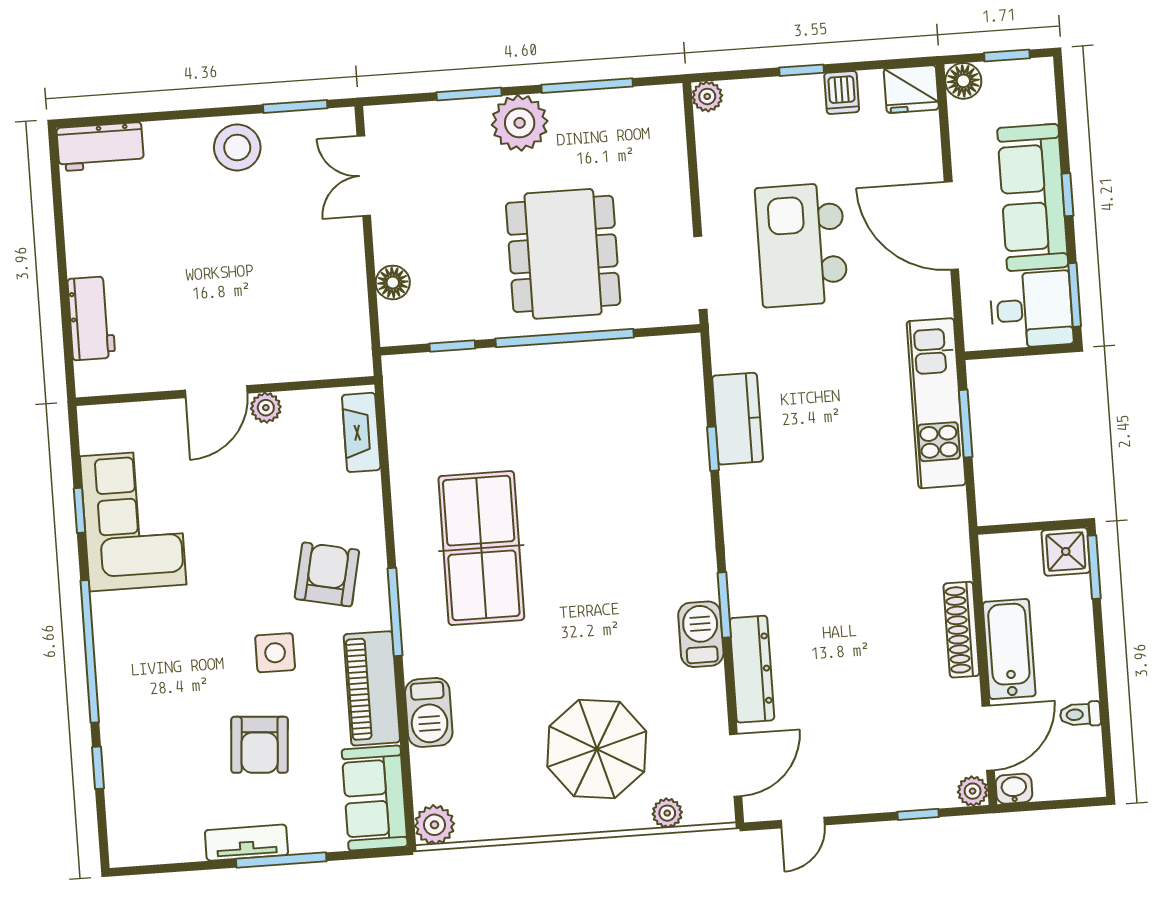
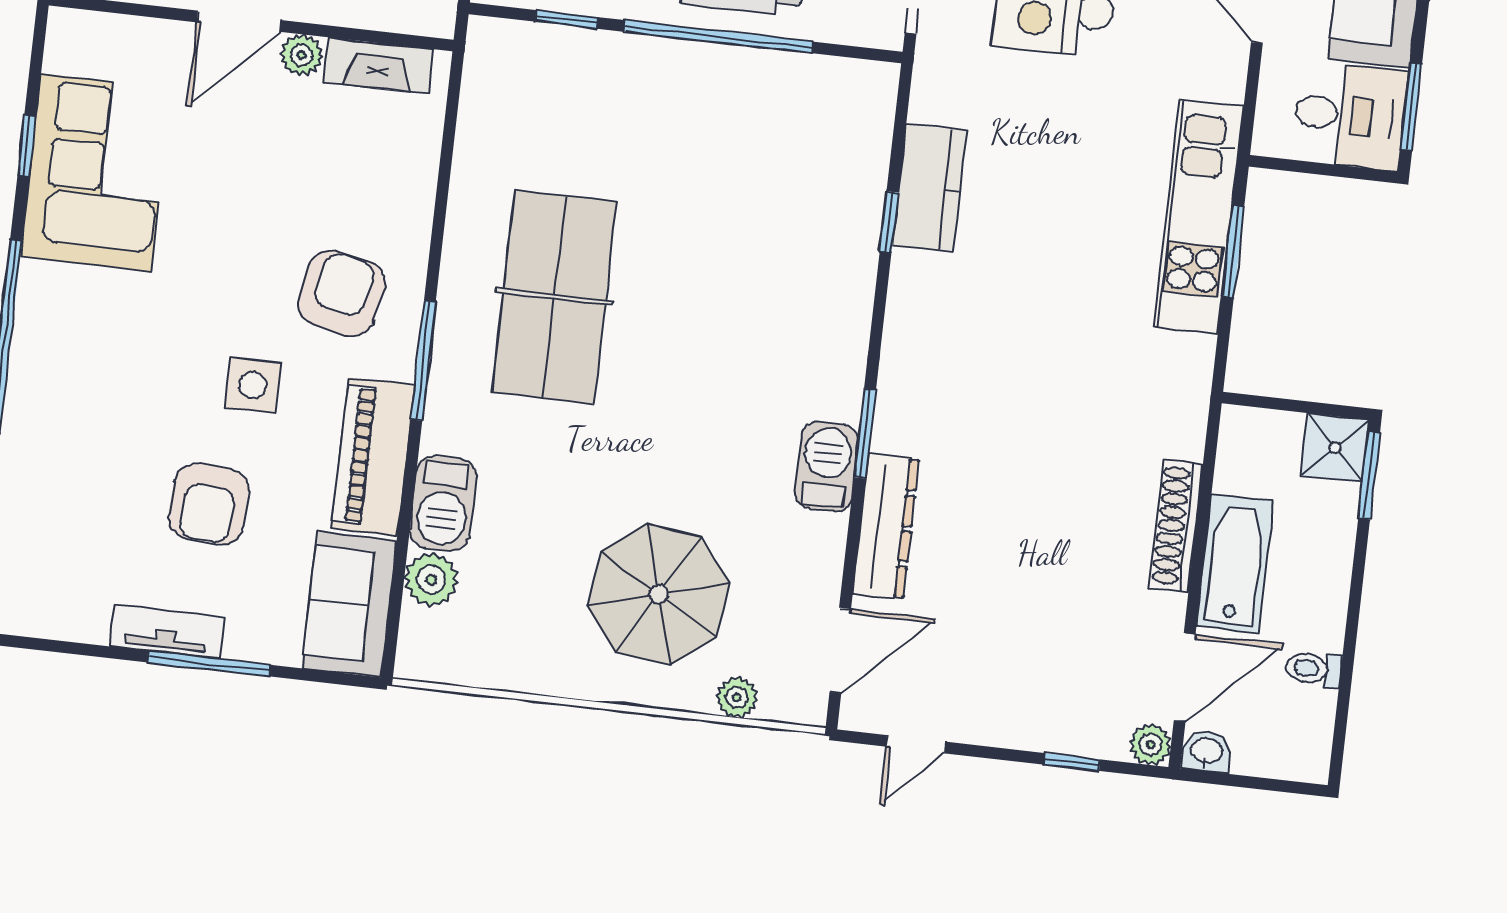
fireplace: (361, 432) -> (378, 66), moved, turned -90
plant: (434, 825) -> (431, 580), moved

